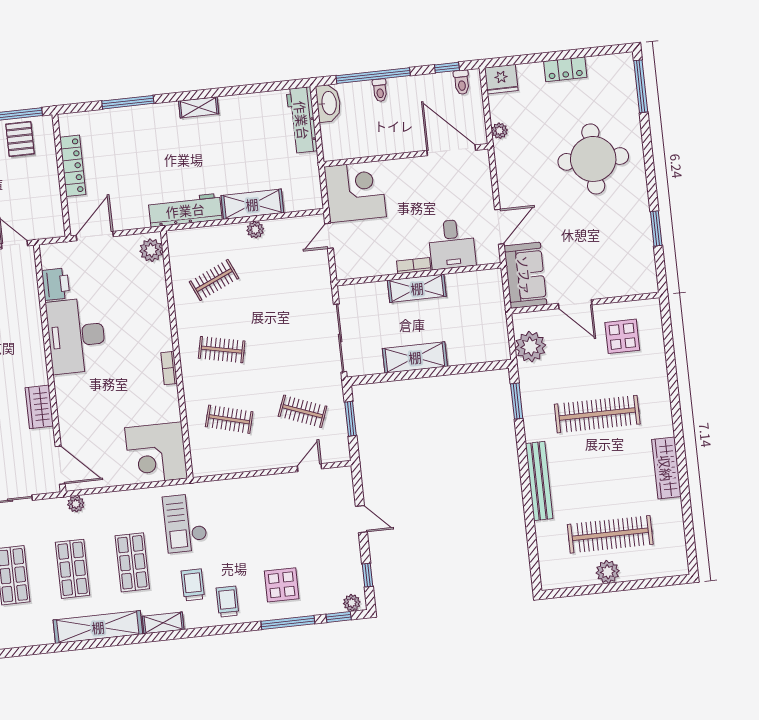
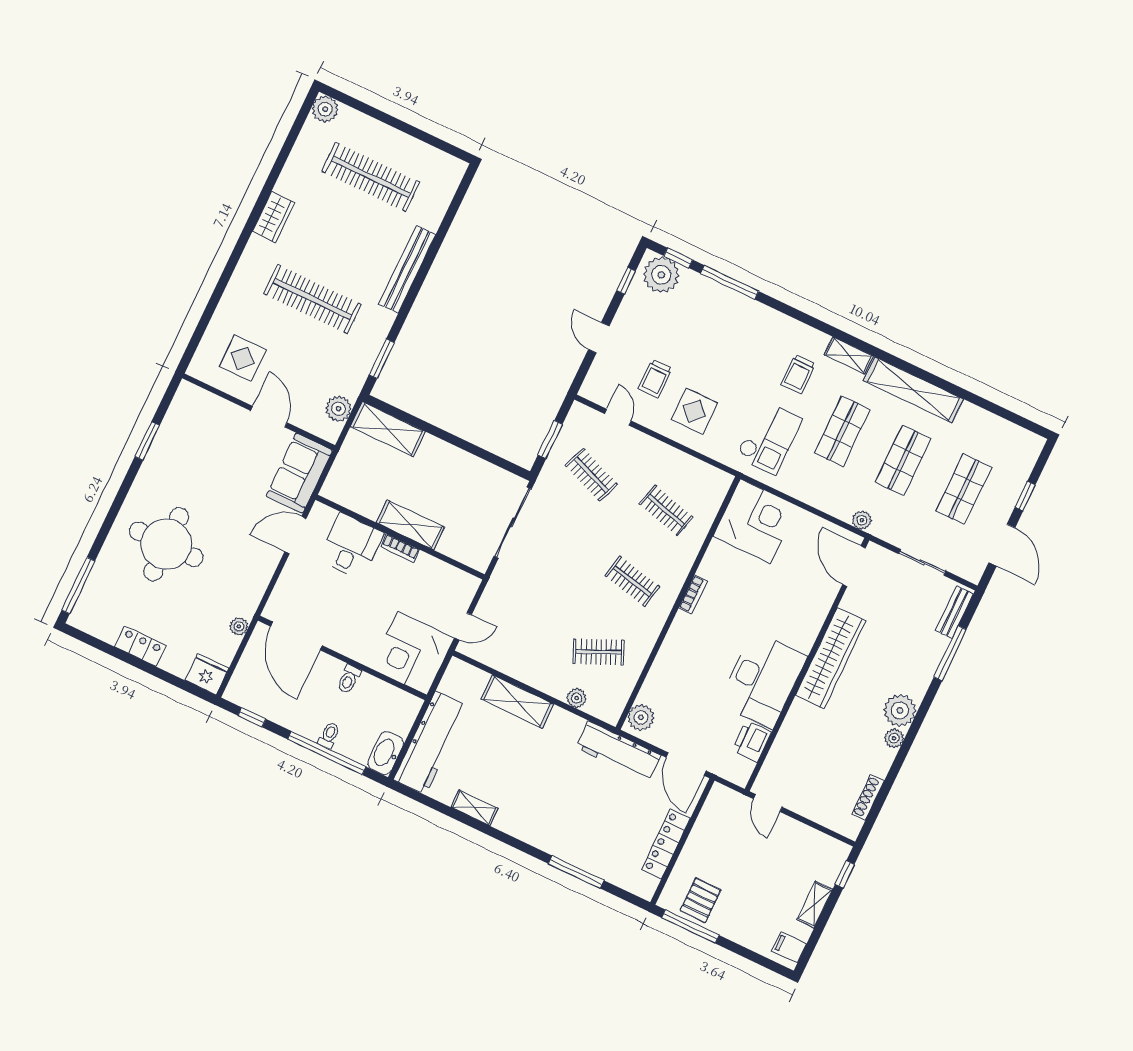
toilet: (462, 82) -> (349, 679), moved, turned 180
shelving: (199, 107) -> (474, 808), moved
workbench: (302, 120) -> (431, 743), width x1.36, depth x1.32
workbench: (185, 210) -> (618, 751), moved
plant: (255, 230) -> (577, 698), moved
door: (95, 236) -> (686, 764), hinge flipped
plant: (530, 347) -> (339, 409), width x0.73, depth x0.73
shelving: (415, 357) -> (388, 429), moved
wardrobe: (39, 407) -> (831, 658), width x2.10, depth x1.17
door: (310, 468) -> (618, 417), swing flipped
wardrobe: (666, 468) -> (273, 217), width x0.67
plant: (608, 572) -> (325, 109), moved
display table: (282, 585) -> (694, 411), moved
trolley: (228, 602) -> (655, 378), moved
plant: (352, 603) -> (661, 275), width x1.88, depth x1.88

